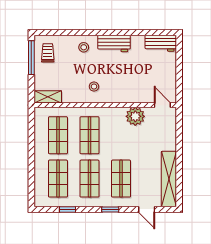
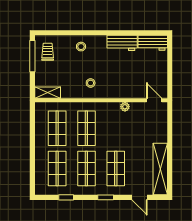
workbench: (114, 43) -> (122, 43), moved
plant: (135, 116) -> (125, 107), width x0.53, depth x0.53

